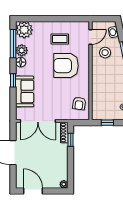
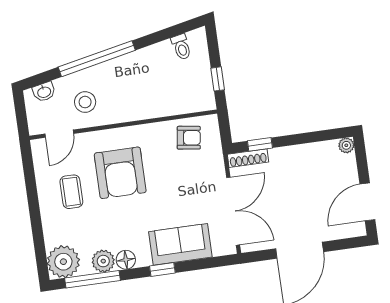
door: (91, 37) -> (59, 134), swing flipped

